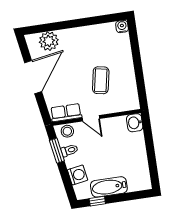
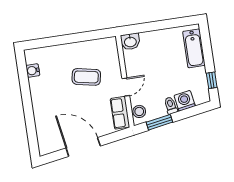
water cooler: (122, 26) -> (33, 71), moved
plant: (49, 41) -> (46, 131), removed
toilet: (69, 150) -> (171, 106), moved
bathtub: (109, 187) -> (194, 48), moved

